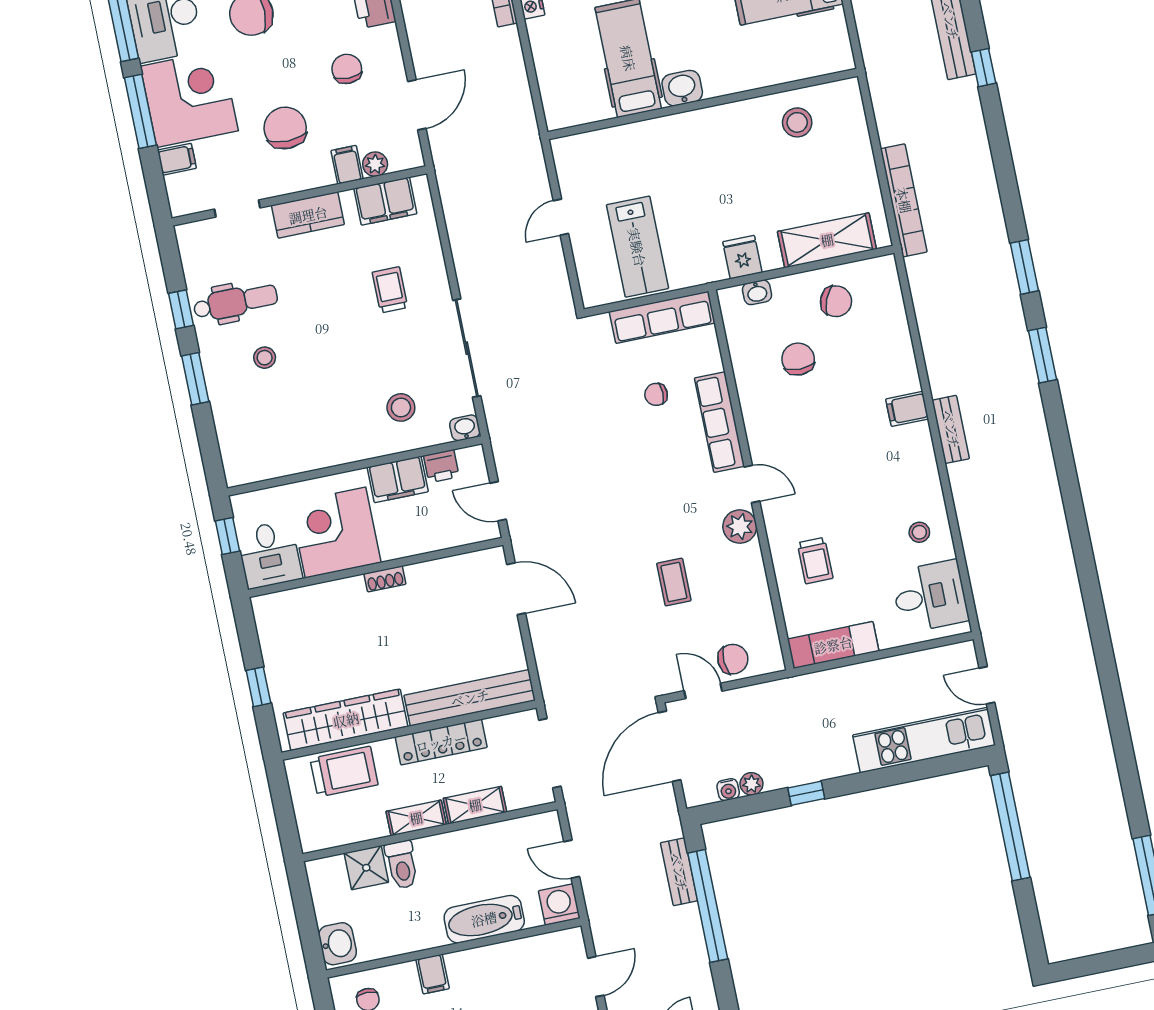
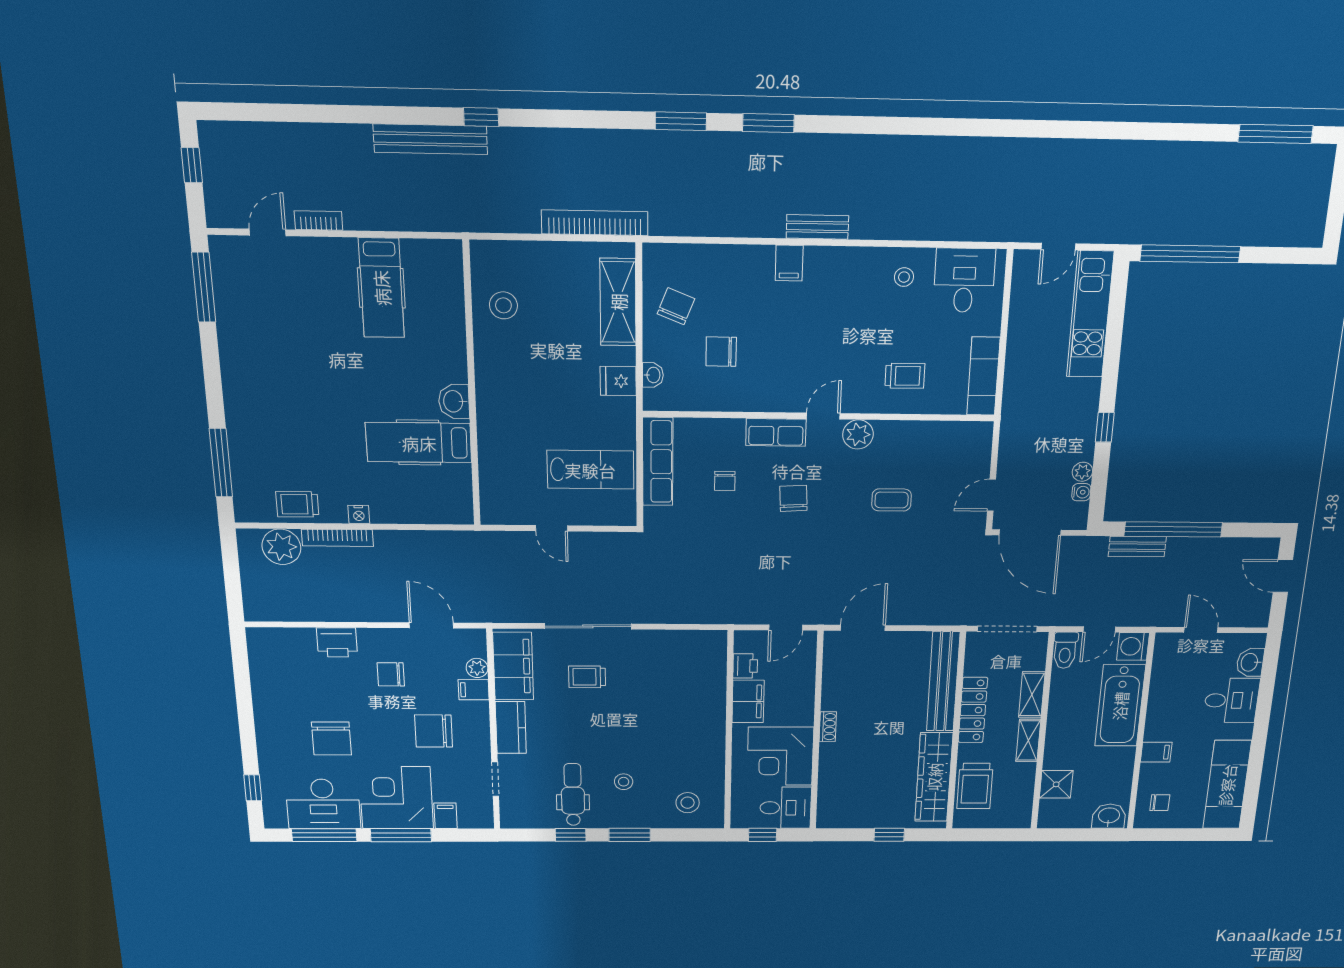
filing cabinet: (385, 201) -> (513, 666), width x1.50, depth x1.17
sliding door: (467, 348) -> (588, 626), moved
stool: (401, 407) -> (688, 803), moved
row of seats: (720, 422) -> (776, 432), width x0.68
washbasin: (465, 428) -> (717, 641), removed
chair: (733, 659) -> (793, 498), moved
trolley: (344, 772) -> (975, 786), turned 180
toilet: (402, 865) -> (1065, 650), moved, turned 90
bathtub: (484, 919) -> (1120, 706), width x1.36, depth x1.36

